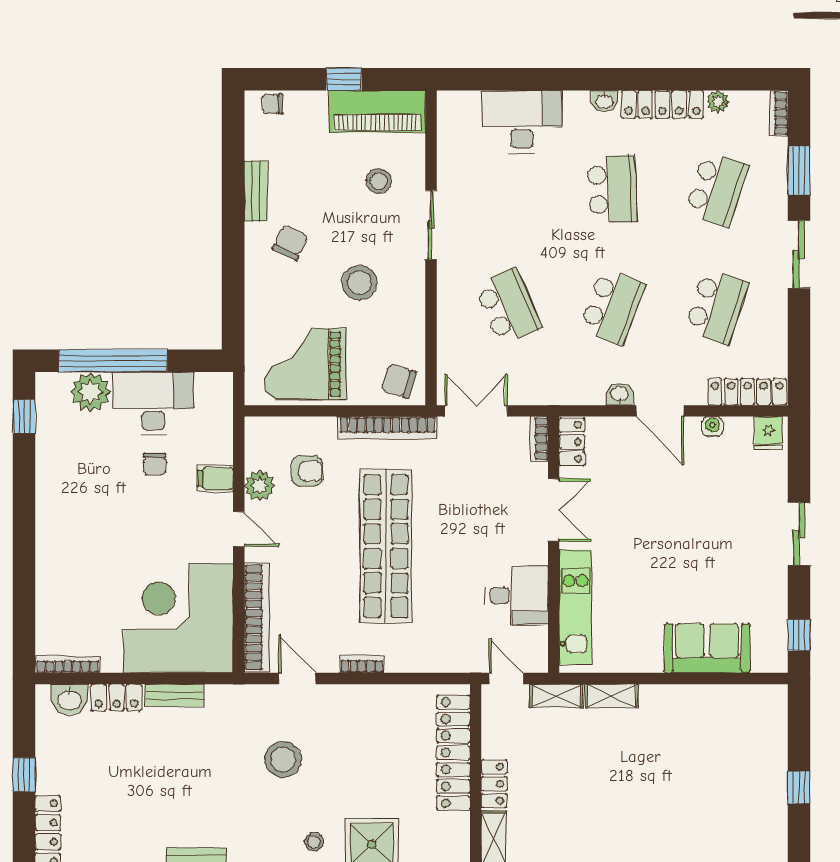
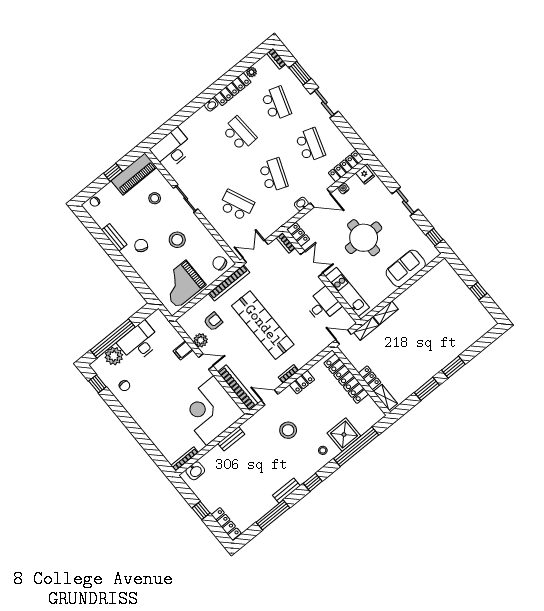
desk: (522, 122) -> (172, 149), moved
chair: (399, 381) -> (220, 263), turned 56
chair: (154, 464) -> (125, 386), moved
round table: (678, 538) -> (364, 238), added
locker: (117, 697) -> (302, 382), moved

